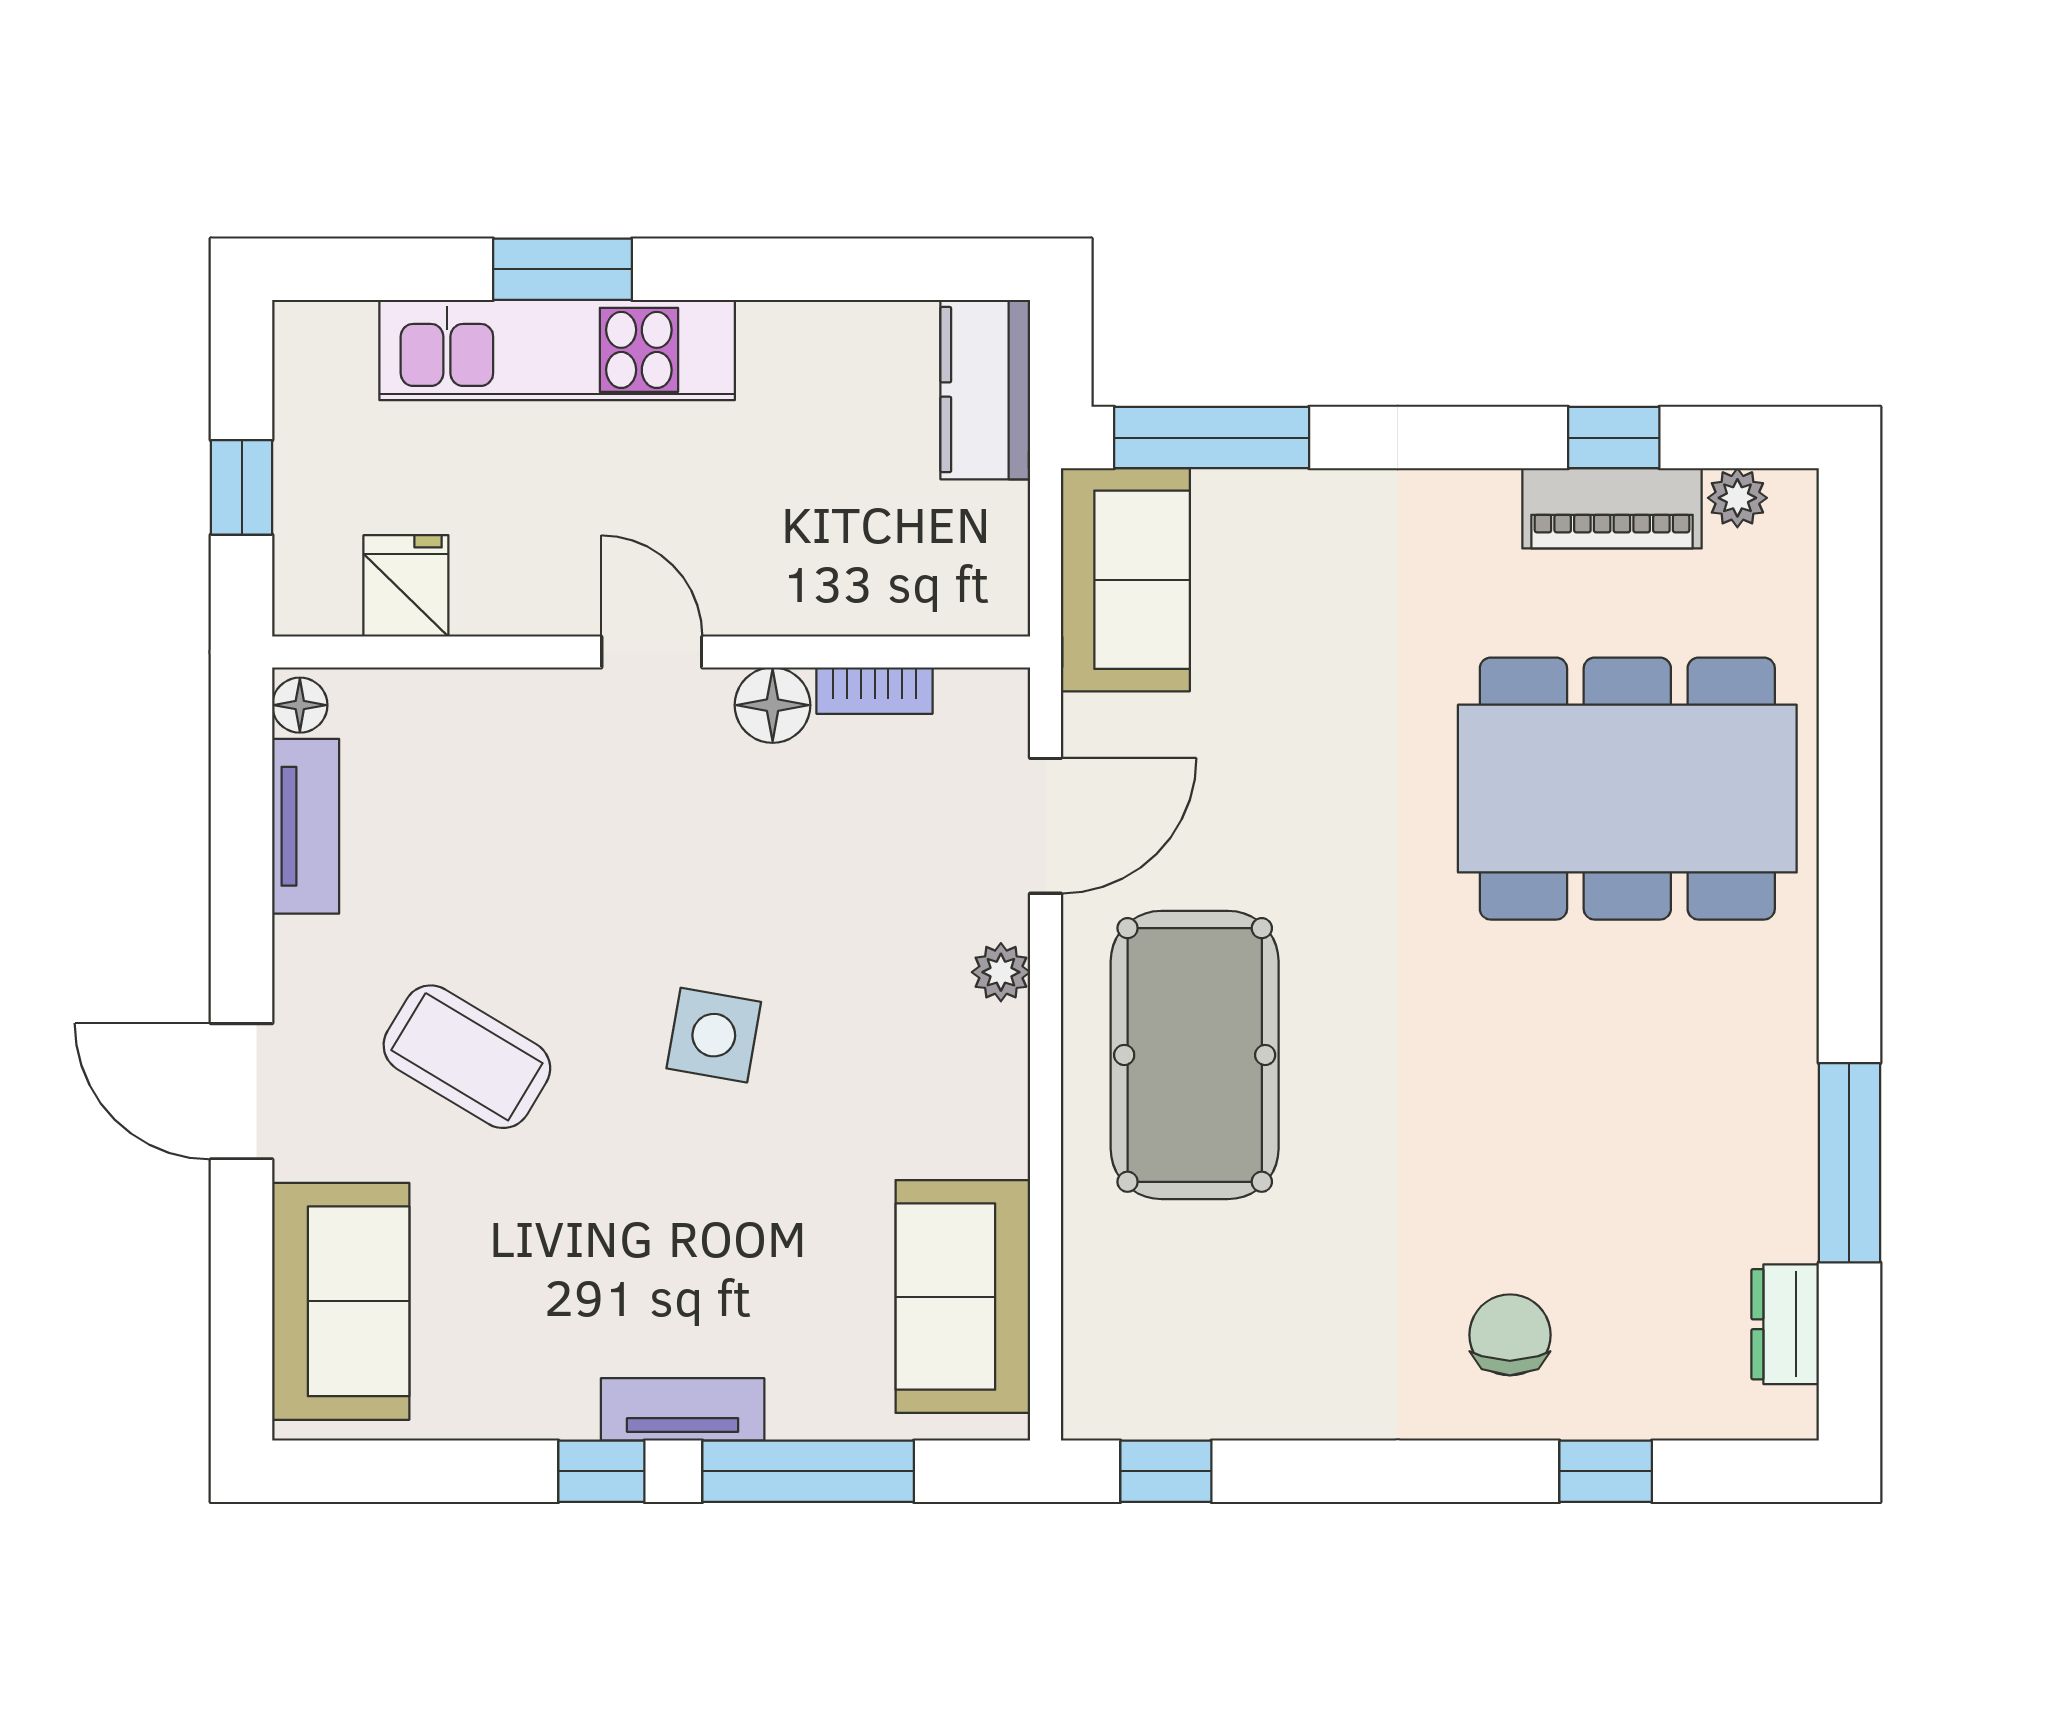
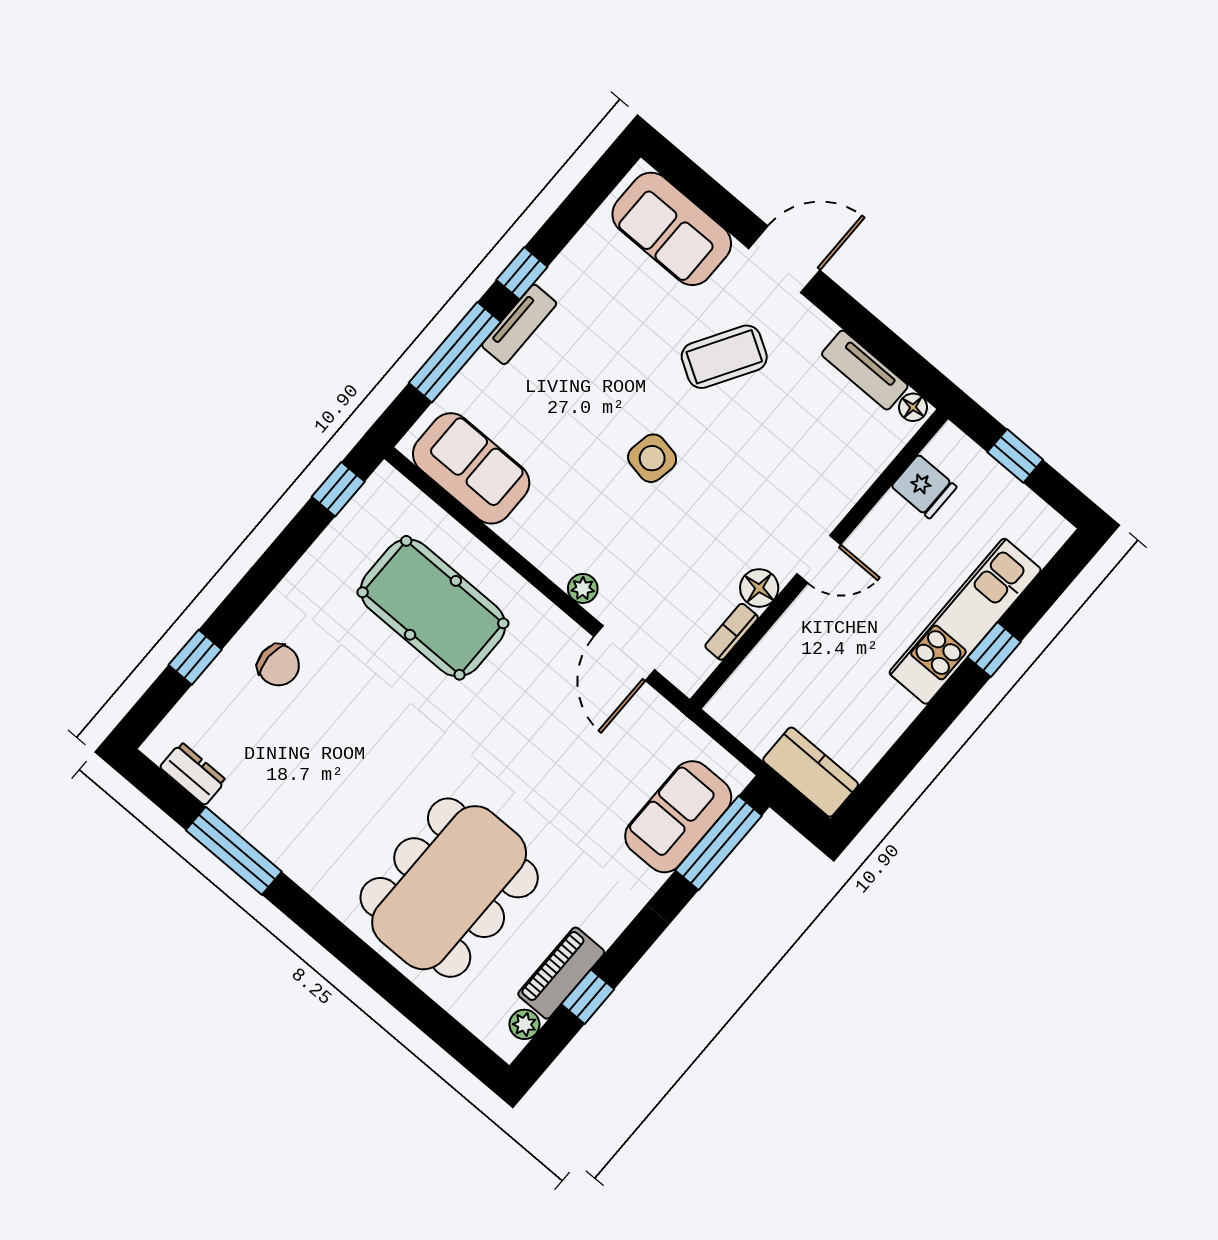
window: (563, 269) -> (994, 650), width x0.67
sofa: (1125, 580) -> (678, 817), moved, turned 90
pool table: (1195, 1055) -> (433, 608), moved

